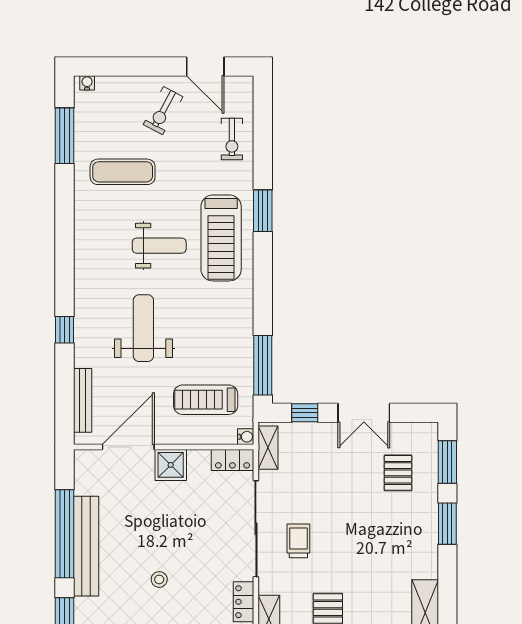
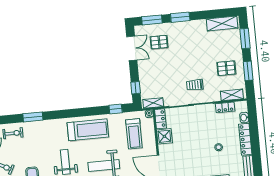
window: (263, 211) -> (33, 117), moved
treadmill: (221, 238) -> (88, 130), moved
window: (263, 365) -> (116, 109), width x0.46
double door: (364, 413) -> (132, 48), moved
shower: (171, 465) -> (164, 136), moved

